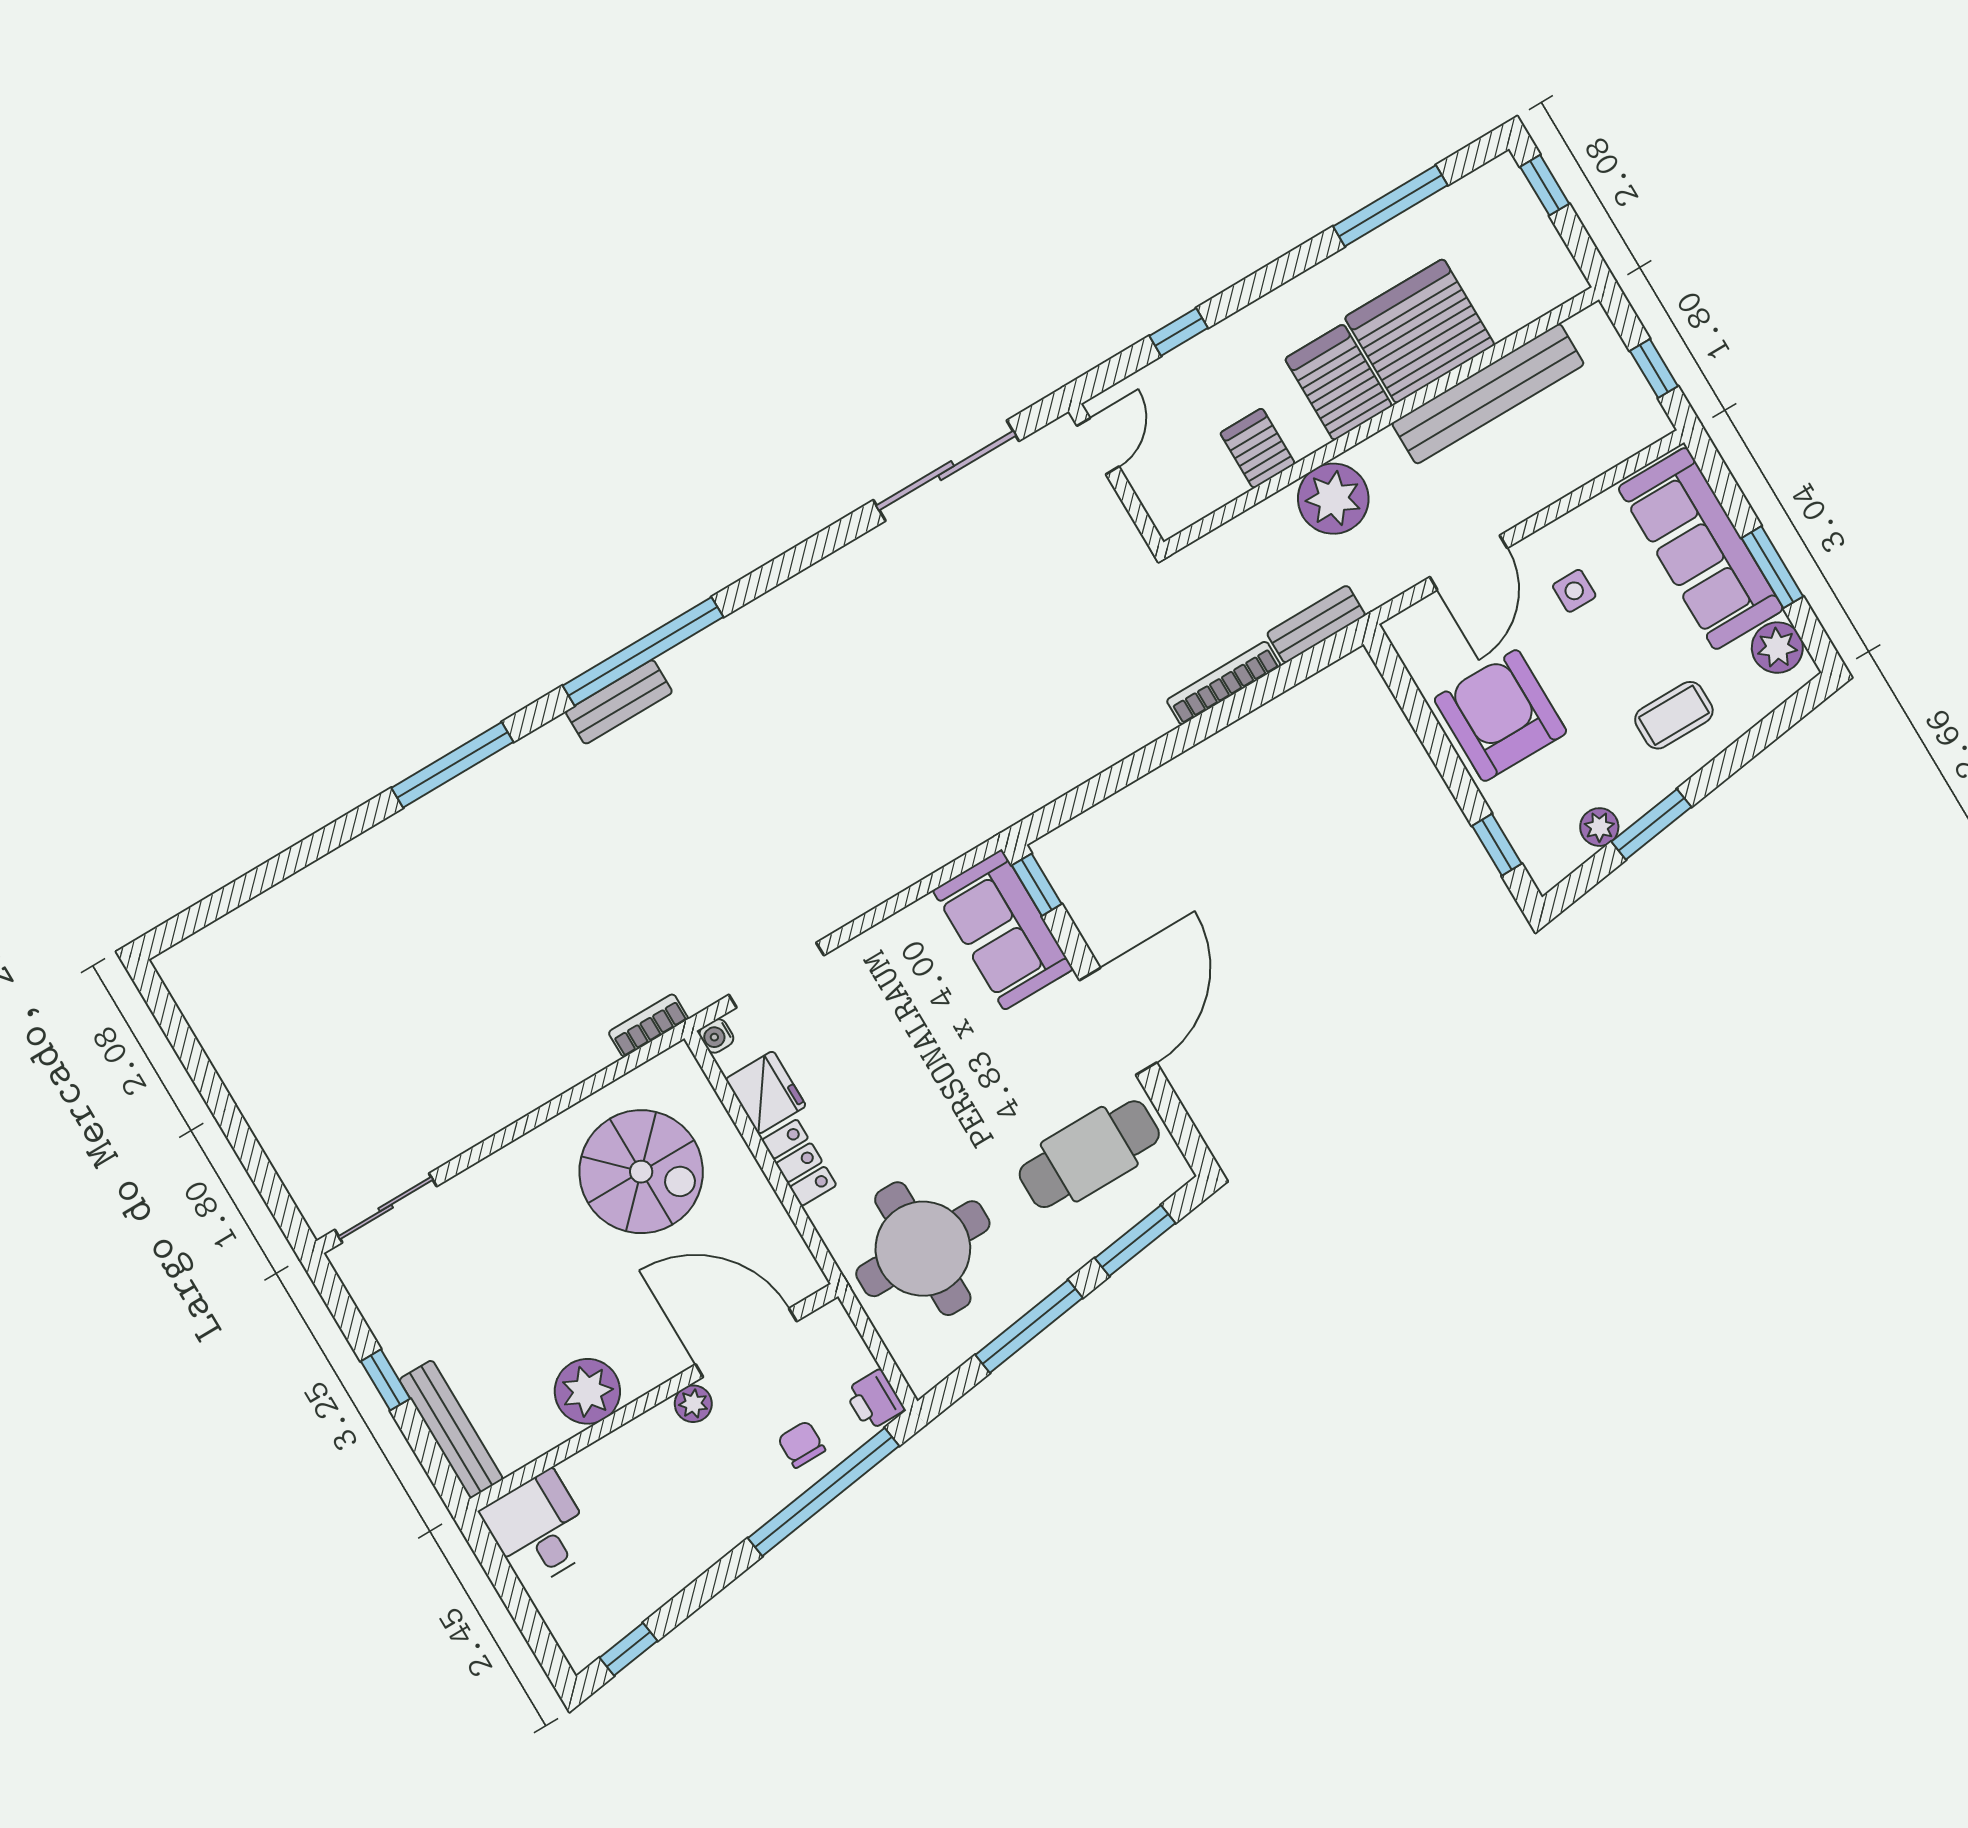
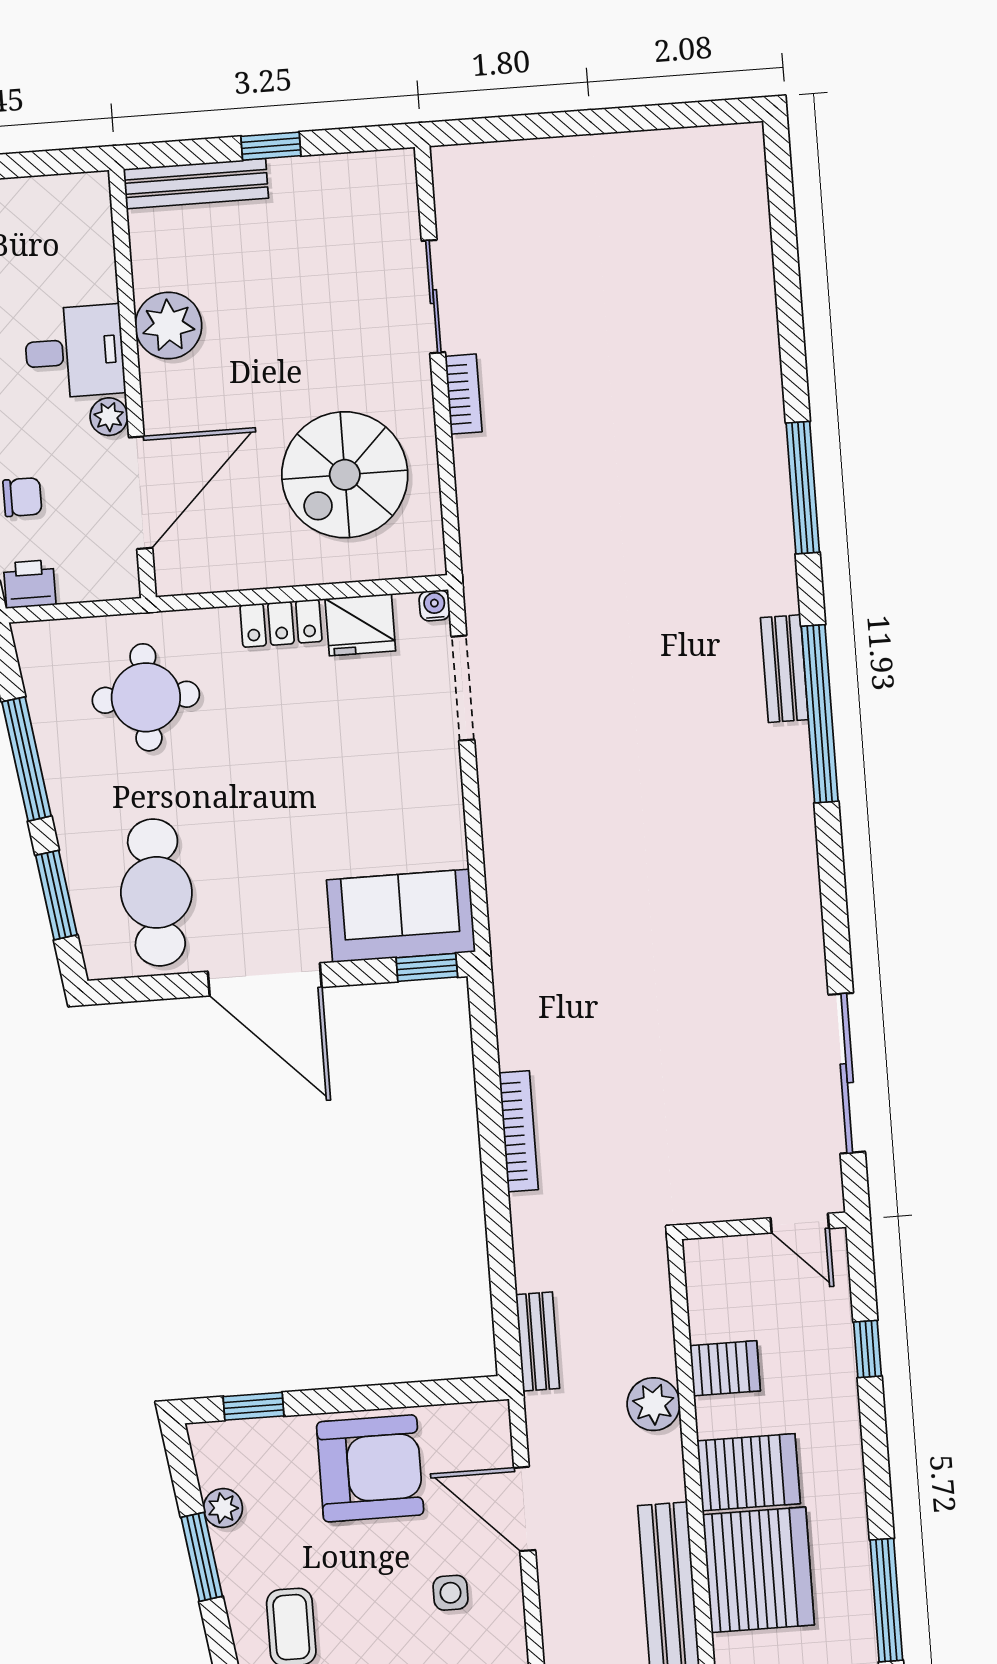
plant: (1333, 499) -> (653, 1404), width x0.73, depth x0.73
bookcase: (1224, 683) -> (519, 1131), moved
bookcase: (648, 1026) -> (463, 394), moved
sliding door: (386, 1208) -> (433, 297), moved
round table: (923, 1249) -> (146, 697), width x0.73, depth x0.73
desk: (539, 1529) -> (74, 352), moved

